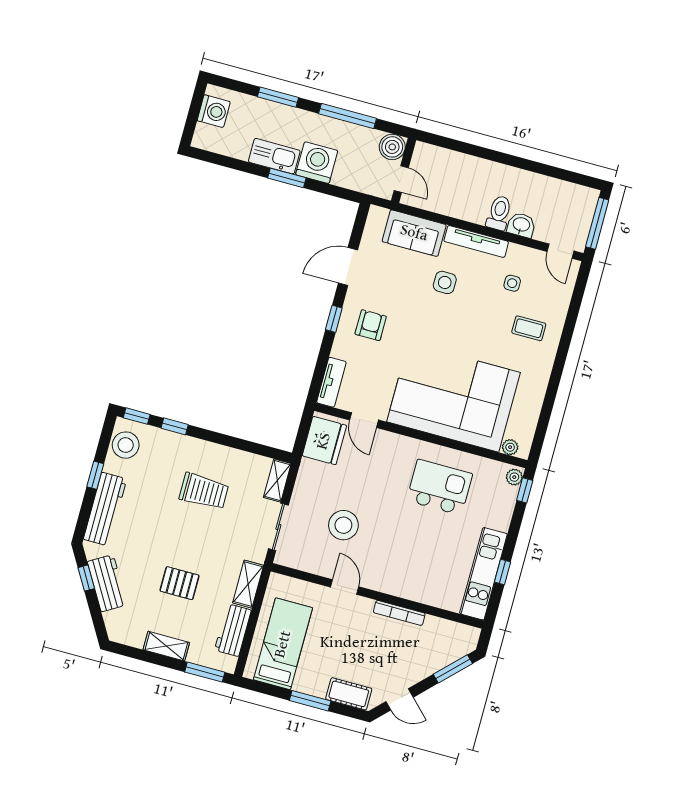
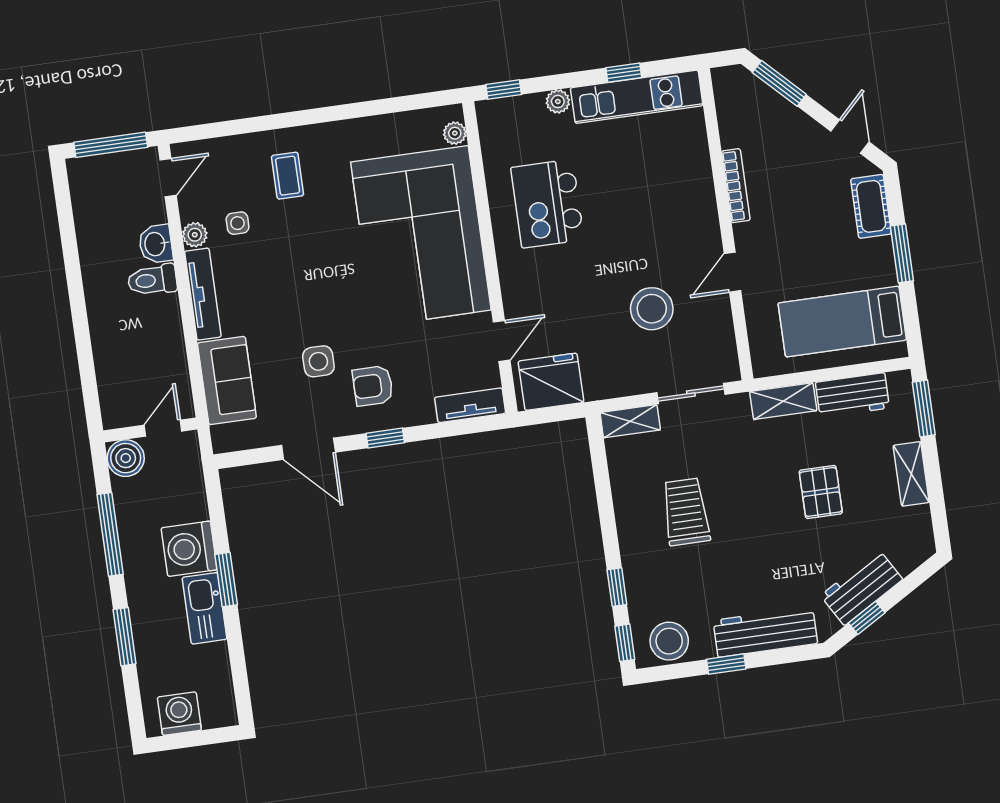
plant: (516, 253) -> (195, 235), added
side table: (445, 282) -> (318, 361), moved
plant: (514, 477) -> (558, 101), moved

